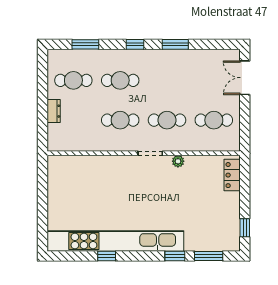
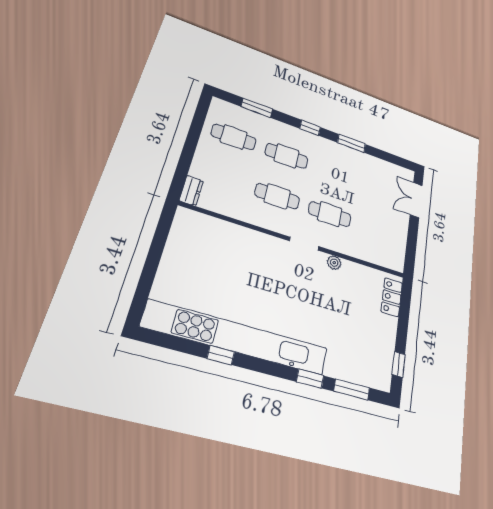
dresser: (54, 111) -> (191, 191), moved
cafe table: (214, 120) -> (380, 231), removed

